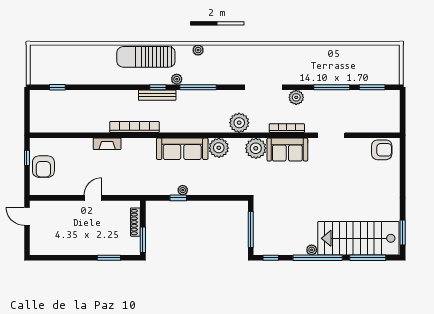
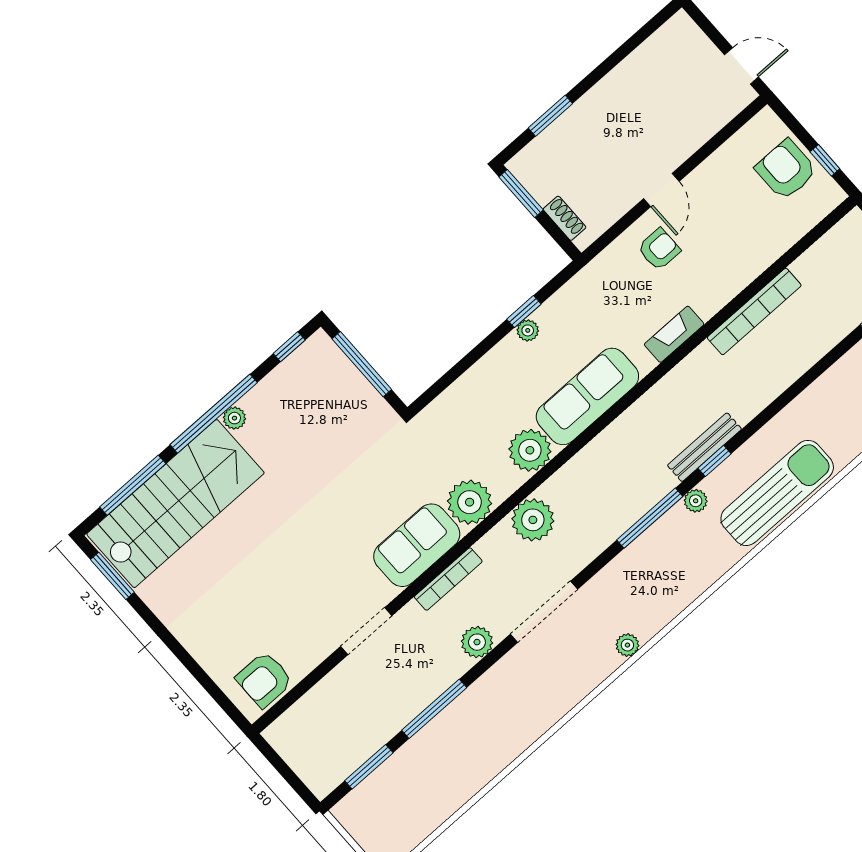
plant: (198, 50) -> (627, 645), moved
bookcase: (134, 127) -> (754, 312), moved
fireplace: (107, 144) -> (674, 334), moved
armchair: (112, 178) -> (659, 249), added
shoe rack: (135, 222) -> (565, 218), width x0.70

